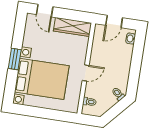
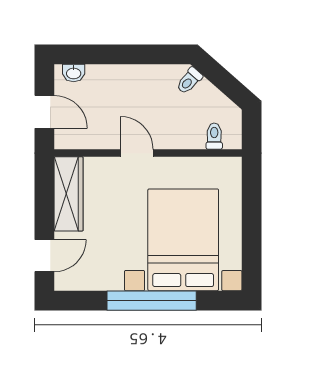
window: (15, 59) -> (152, 301), width x2.11
door: (86, 73) -> (137, 153), moved

